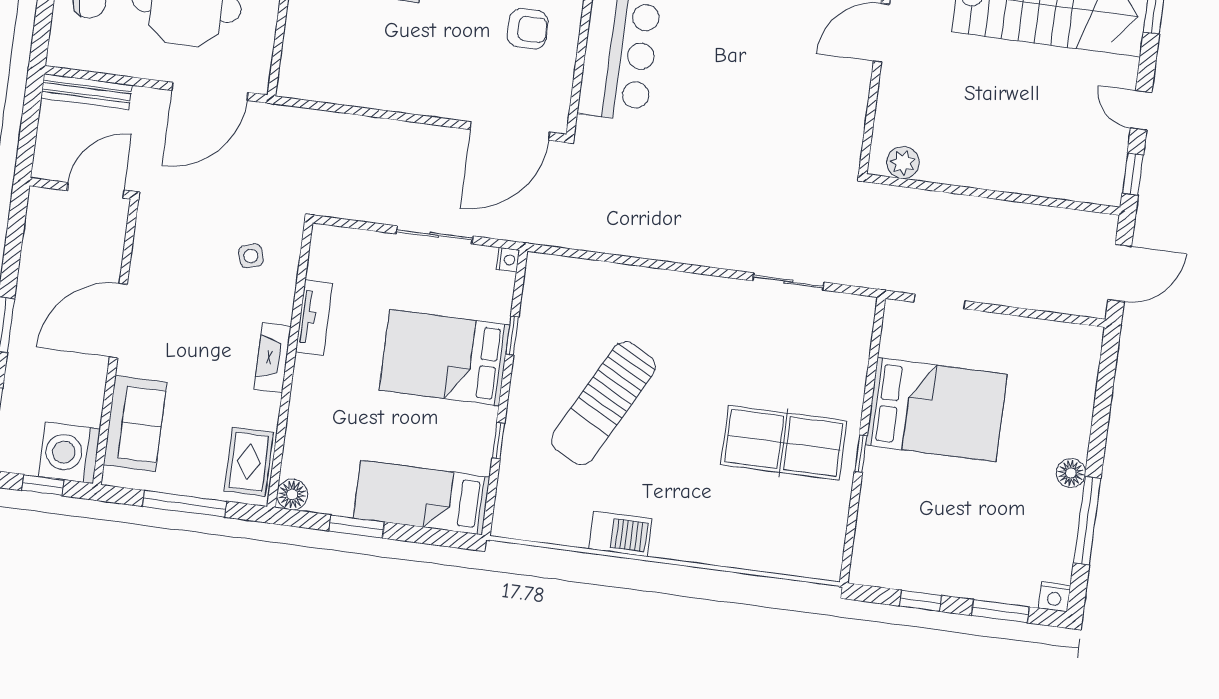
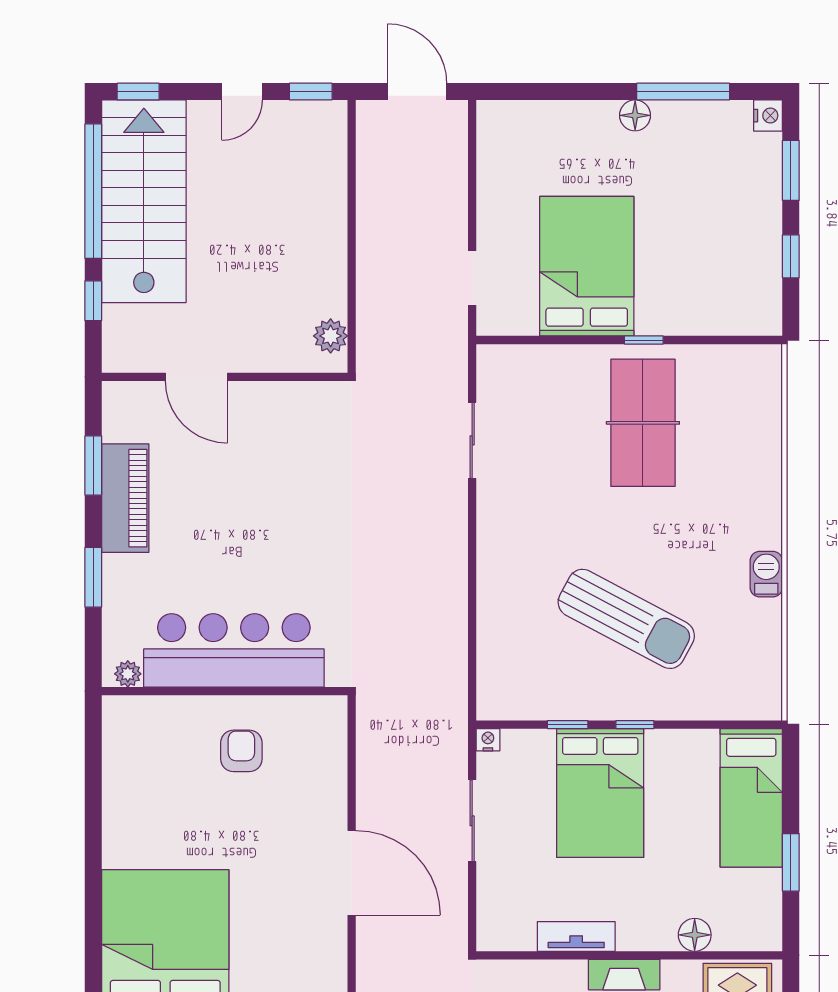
door: (510, 131) -> (352, 873), moved
window: (498, 441) -> (635, 725), moved
floor lamp: (292, 494) -> (695, 935), moved
barbecue: (620, 534) -> (766, 574), width x0.73, depth x0.79

